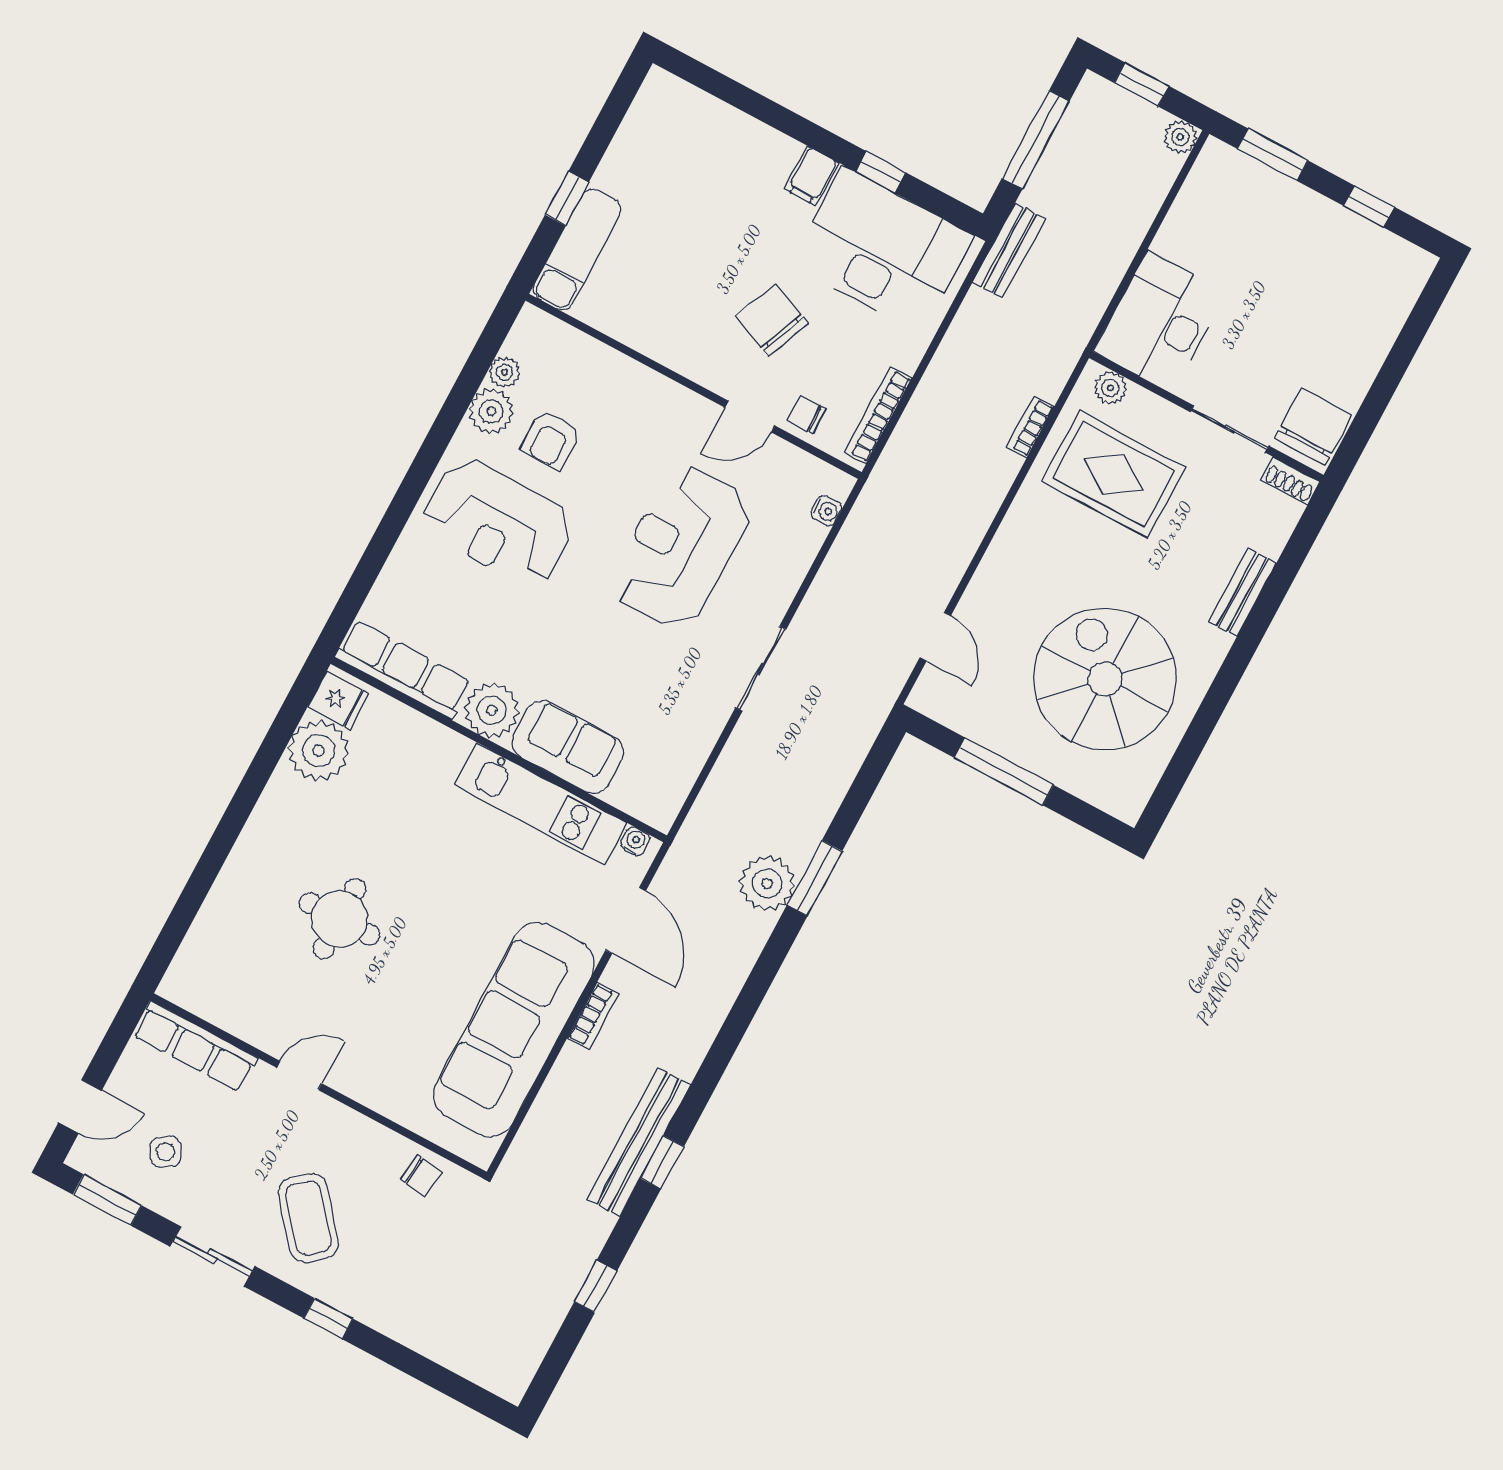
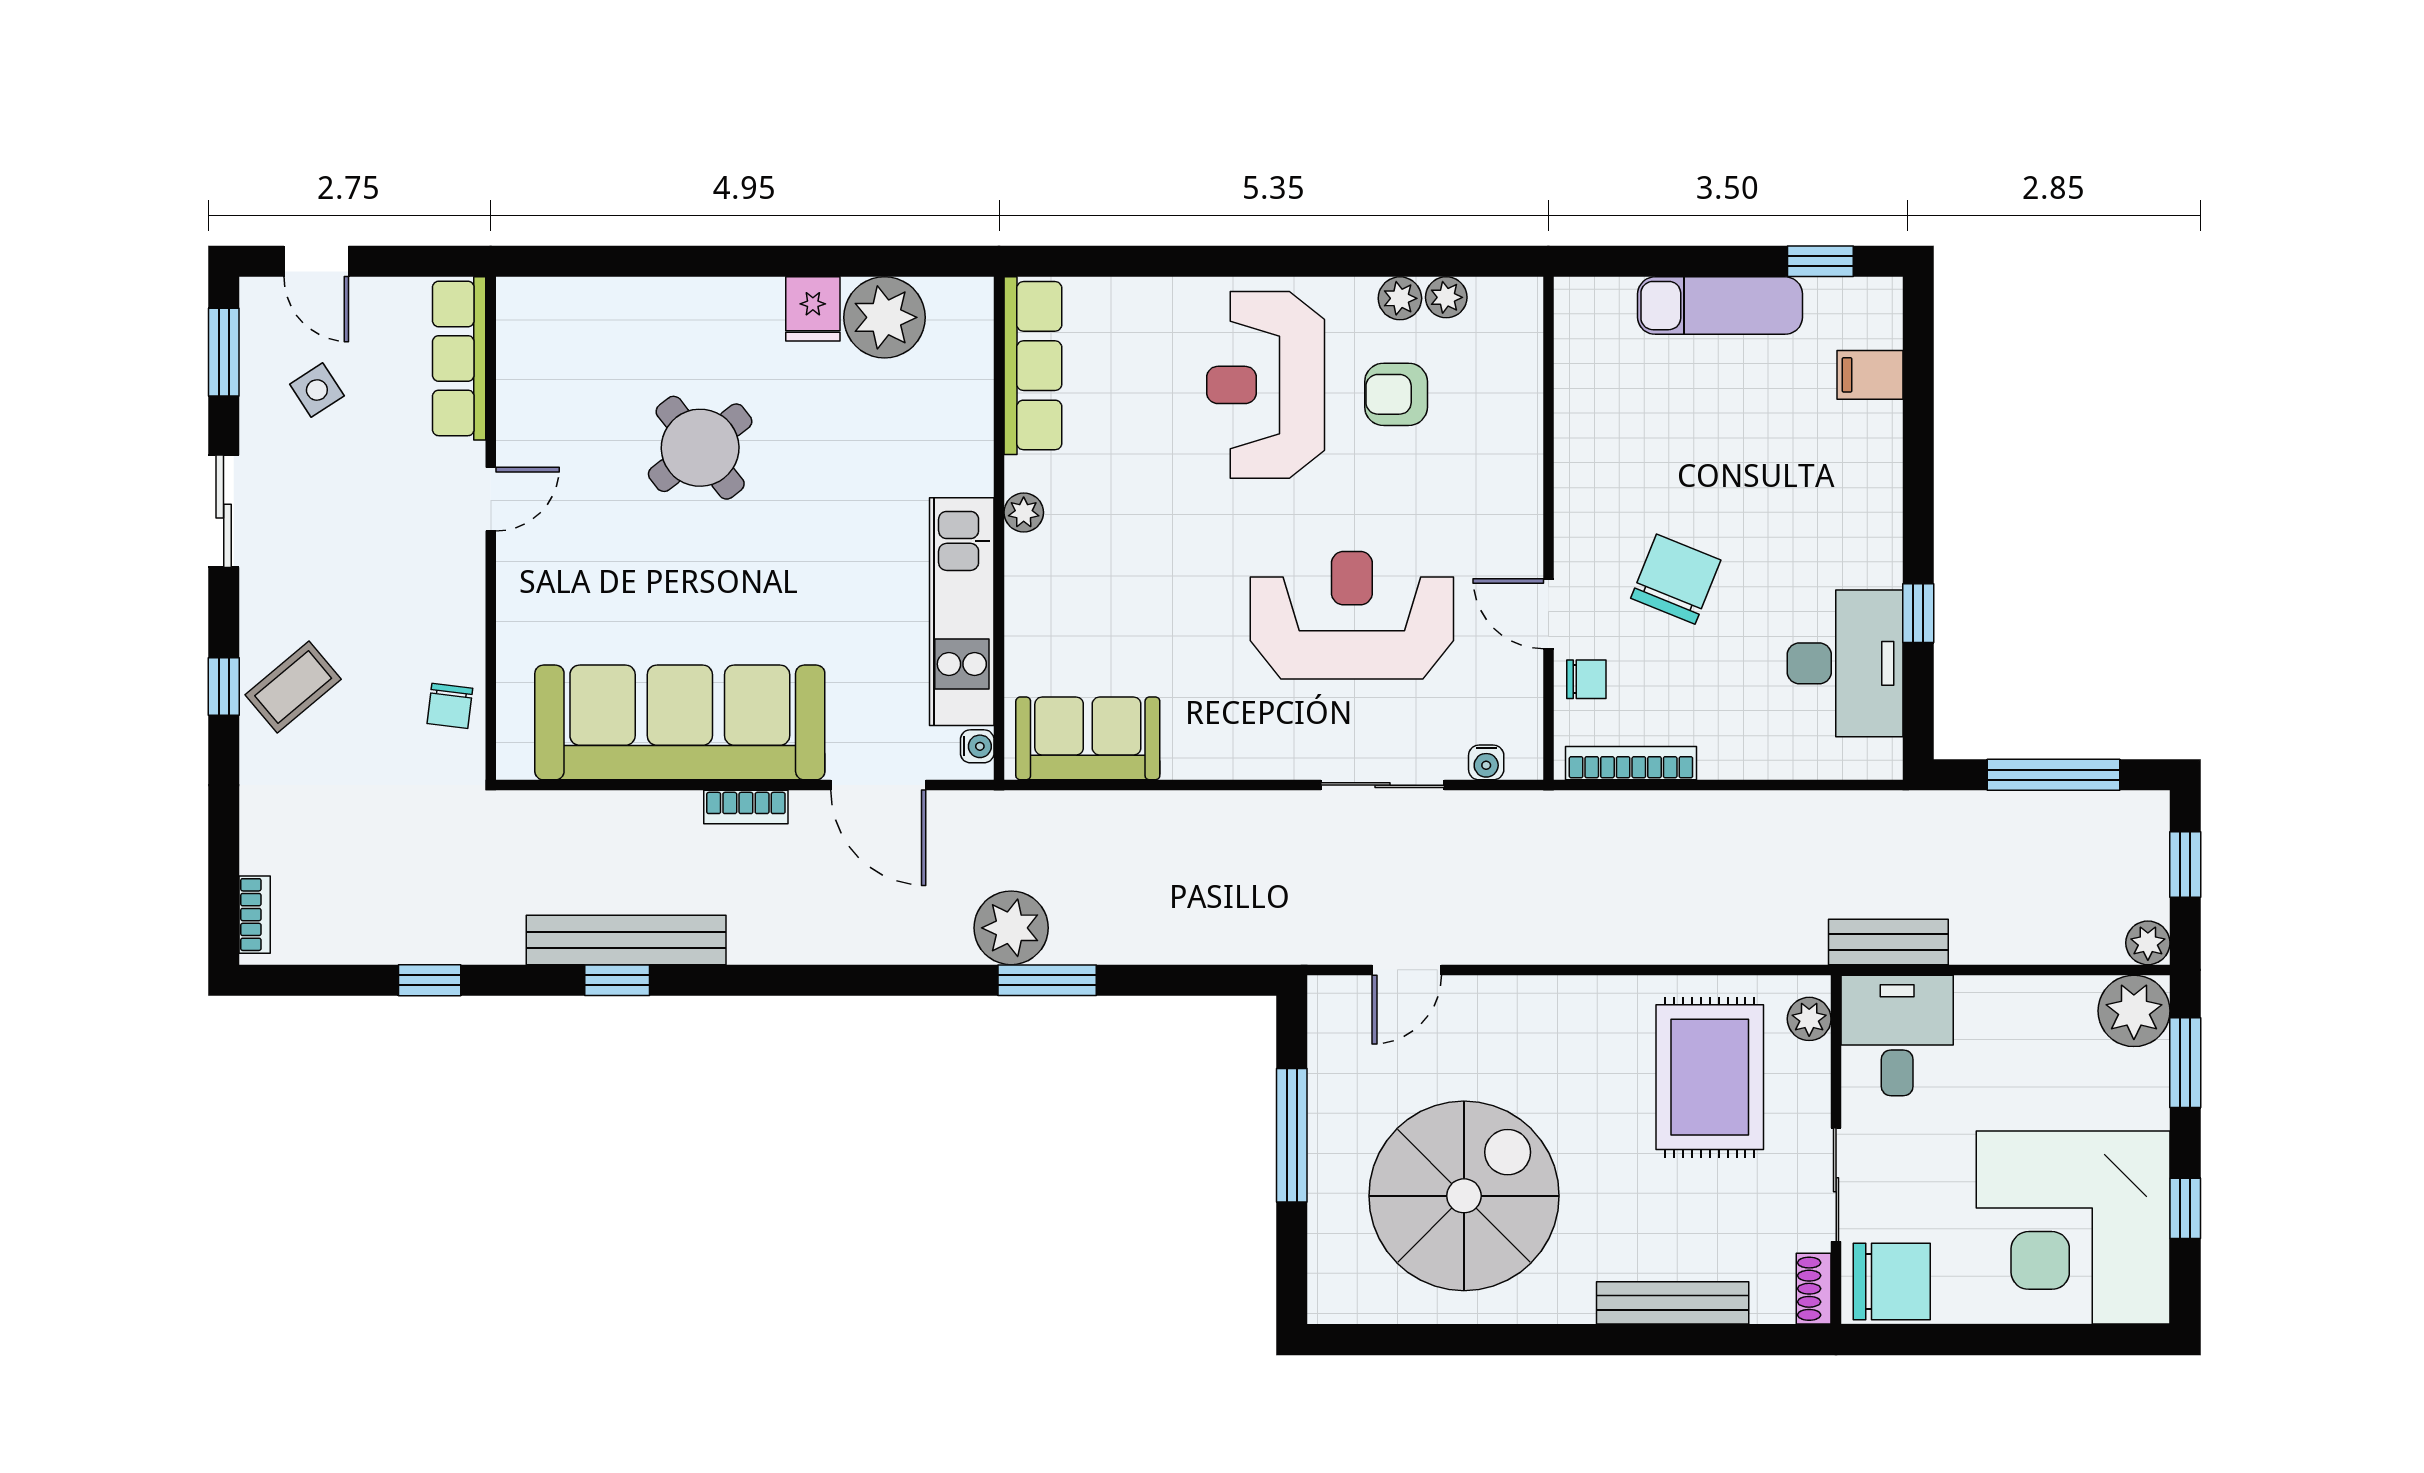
plant: (1220, 170) -> (2134, 1011), added
filing cabinet: (812, 176) -> (1870, 375), moved
window: (567, 199) -> (1820, 261), moved
exam couch: (577, 250) -> (1720, 306), moved
desk: (882, 250) -> (1845, 663), width x0.73, depth x0.77
bench: (1009, 251) -> (1888, 942), moved
corner desk: (1342, 287) -> (2073, 1228), added
desk: (1160, 322) -> (1897, 1035), width x0.73
plant: (491, 411) -> (1400, 298), width x0.73, depth x0.73
chair: (807, 415) -> (1586, 679), turned 90
bookcase: (1030, 427) -> (255, 915), moved, turned 90
bench: (1243, 592) -> (1673, 1303), width x1.36
sliding door: (761, 669) -> (1383, 785), moved
fridge: (338, 700) -> (813, 309), moved
plant: (492, 710) -> (1024, 512), width x0.53, depth x0.53
sofa: (568, 747) -> (1088, 738), moved, turned -90
round table: (339, 919) -> (700, 448), turned -38
door: (626, 921) -> (878, 785), hinge flipped
door: (299, 1076) -> (491, 499), hinge flipped
coffee table: (308, 1218) -> (293, 687), moved, width x0.73, depth x0.77

